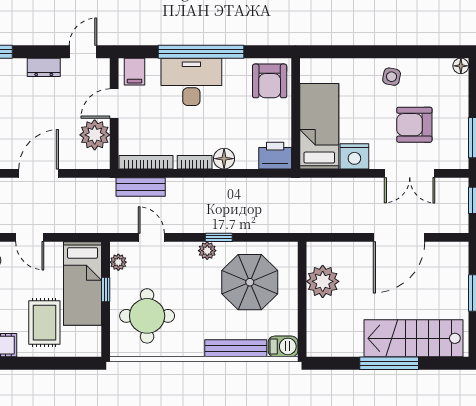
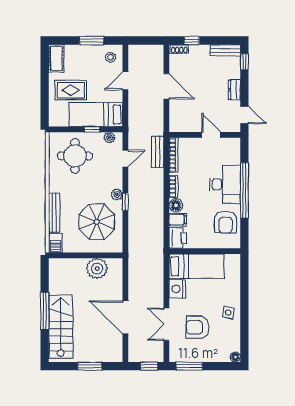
filing cabinet: (135, 72) -> (178, 220), moved, turned 180
armchair: (270, 81) -> (226, 222), moved, turned -90
armchair: (414, 125) -> (198, 327), turned -90
plant: (95, 135) -> (191, 122), removed

